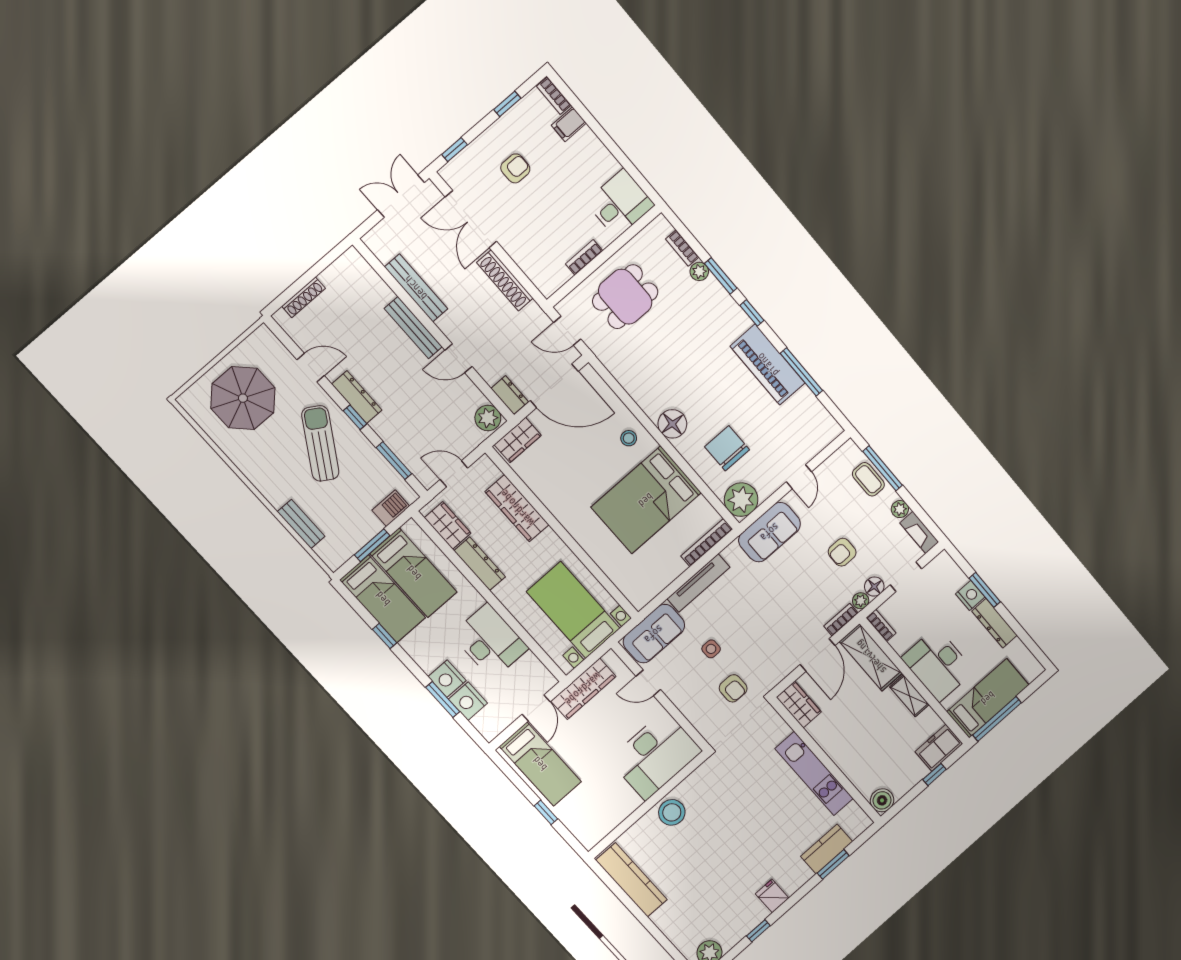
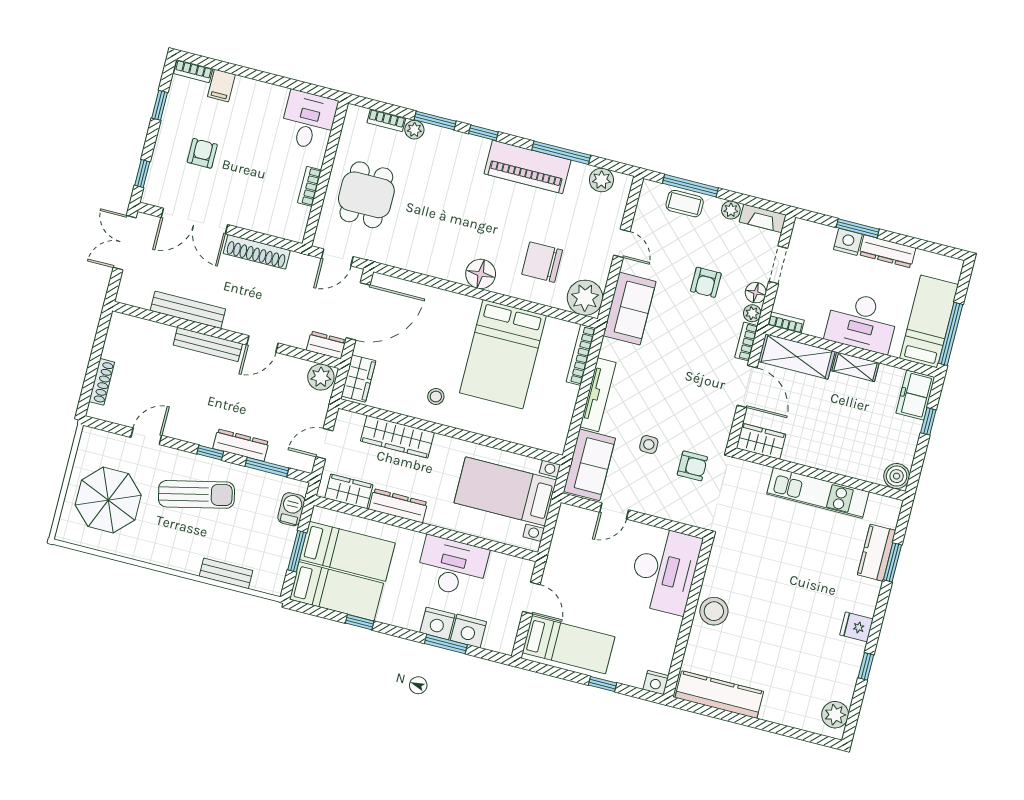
dresser: (357, 397) -> (241, 445), moved
plant: (818, 416) -> (601, 180), added
stool: (629, 438) -> (436, 397), moved
sun lounger: (320, 443) -> (196, 494), turned 135
wardrobe: (583, 689) -> (561, 554), removed
nightstand: (588, 838) -> (656, 683), added

